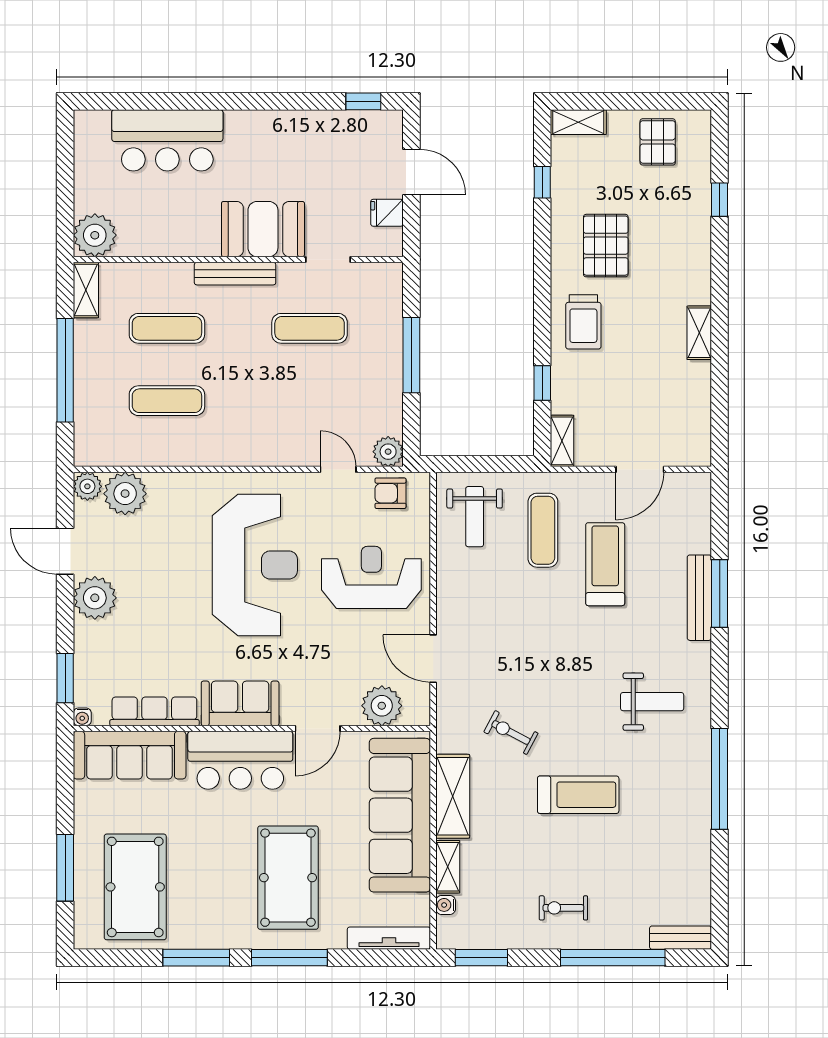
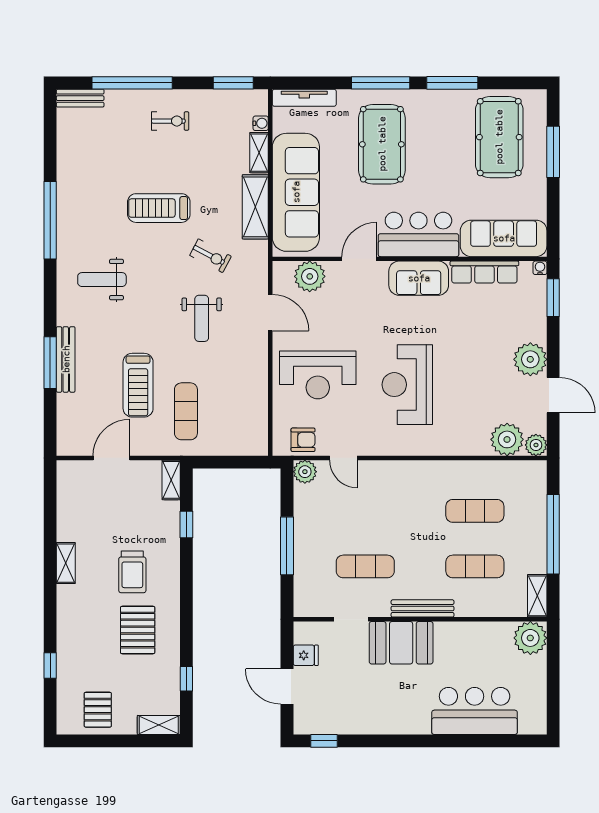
trolley: (583, 322) -> (132, 572), moved, turned 180
weight bench: (475, 517) -> (202, 318), moved, turned 180
reception desk: (255, 565) -> (407, 385), width x0.74, depth x0.77

